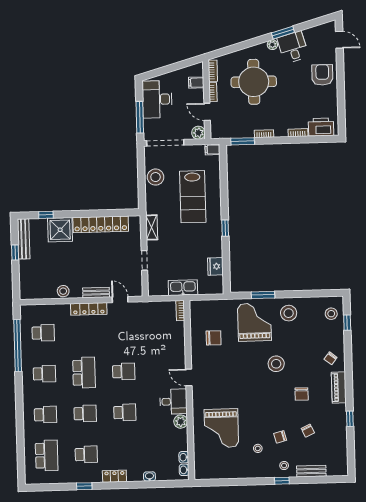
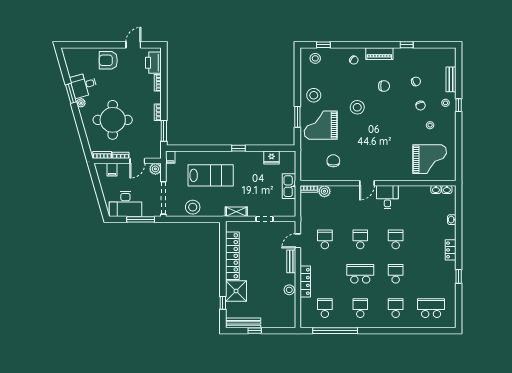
door: (339, 40) -> (133, 45), moved
locker: (89, 309) -> (305, 281), moved
plant: (181, 422) -> (324, 191), moved
grand piano: (221, 428) -> (430, 159), moved
school desk: (86, 454) -> (325, 239), moved

